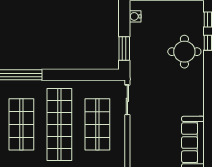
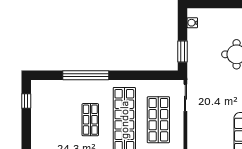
shop shelf: (21, 124) -> (90, 120), width x0.70, depth x0.74

